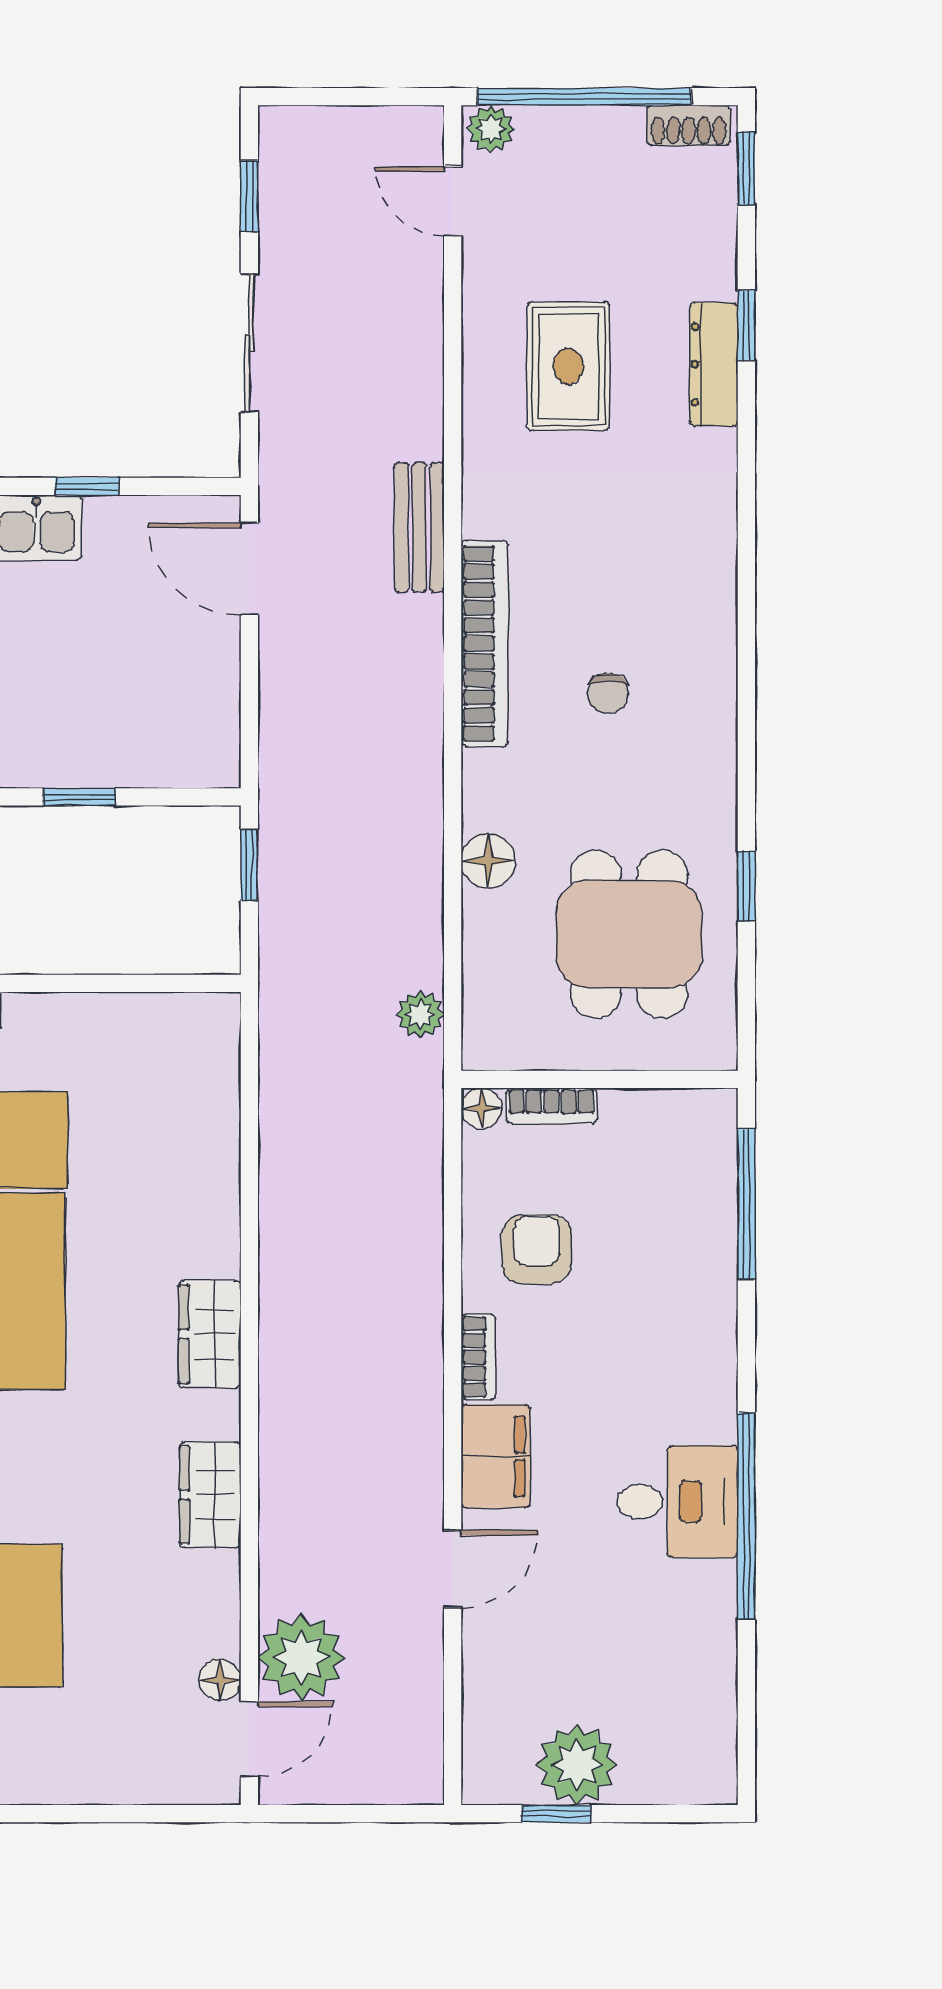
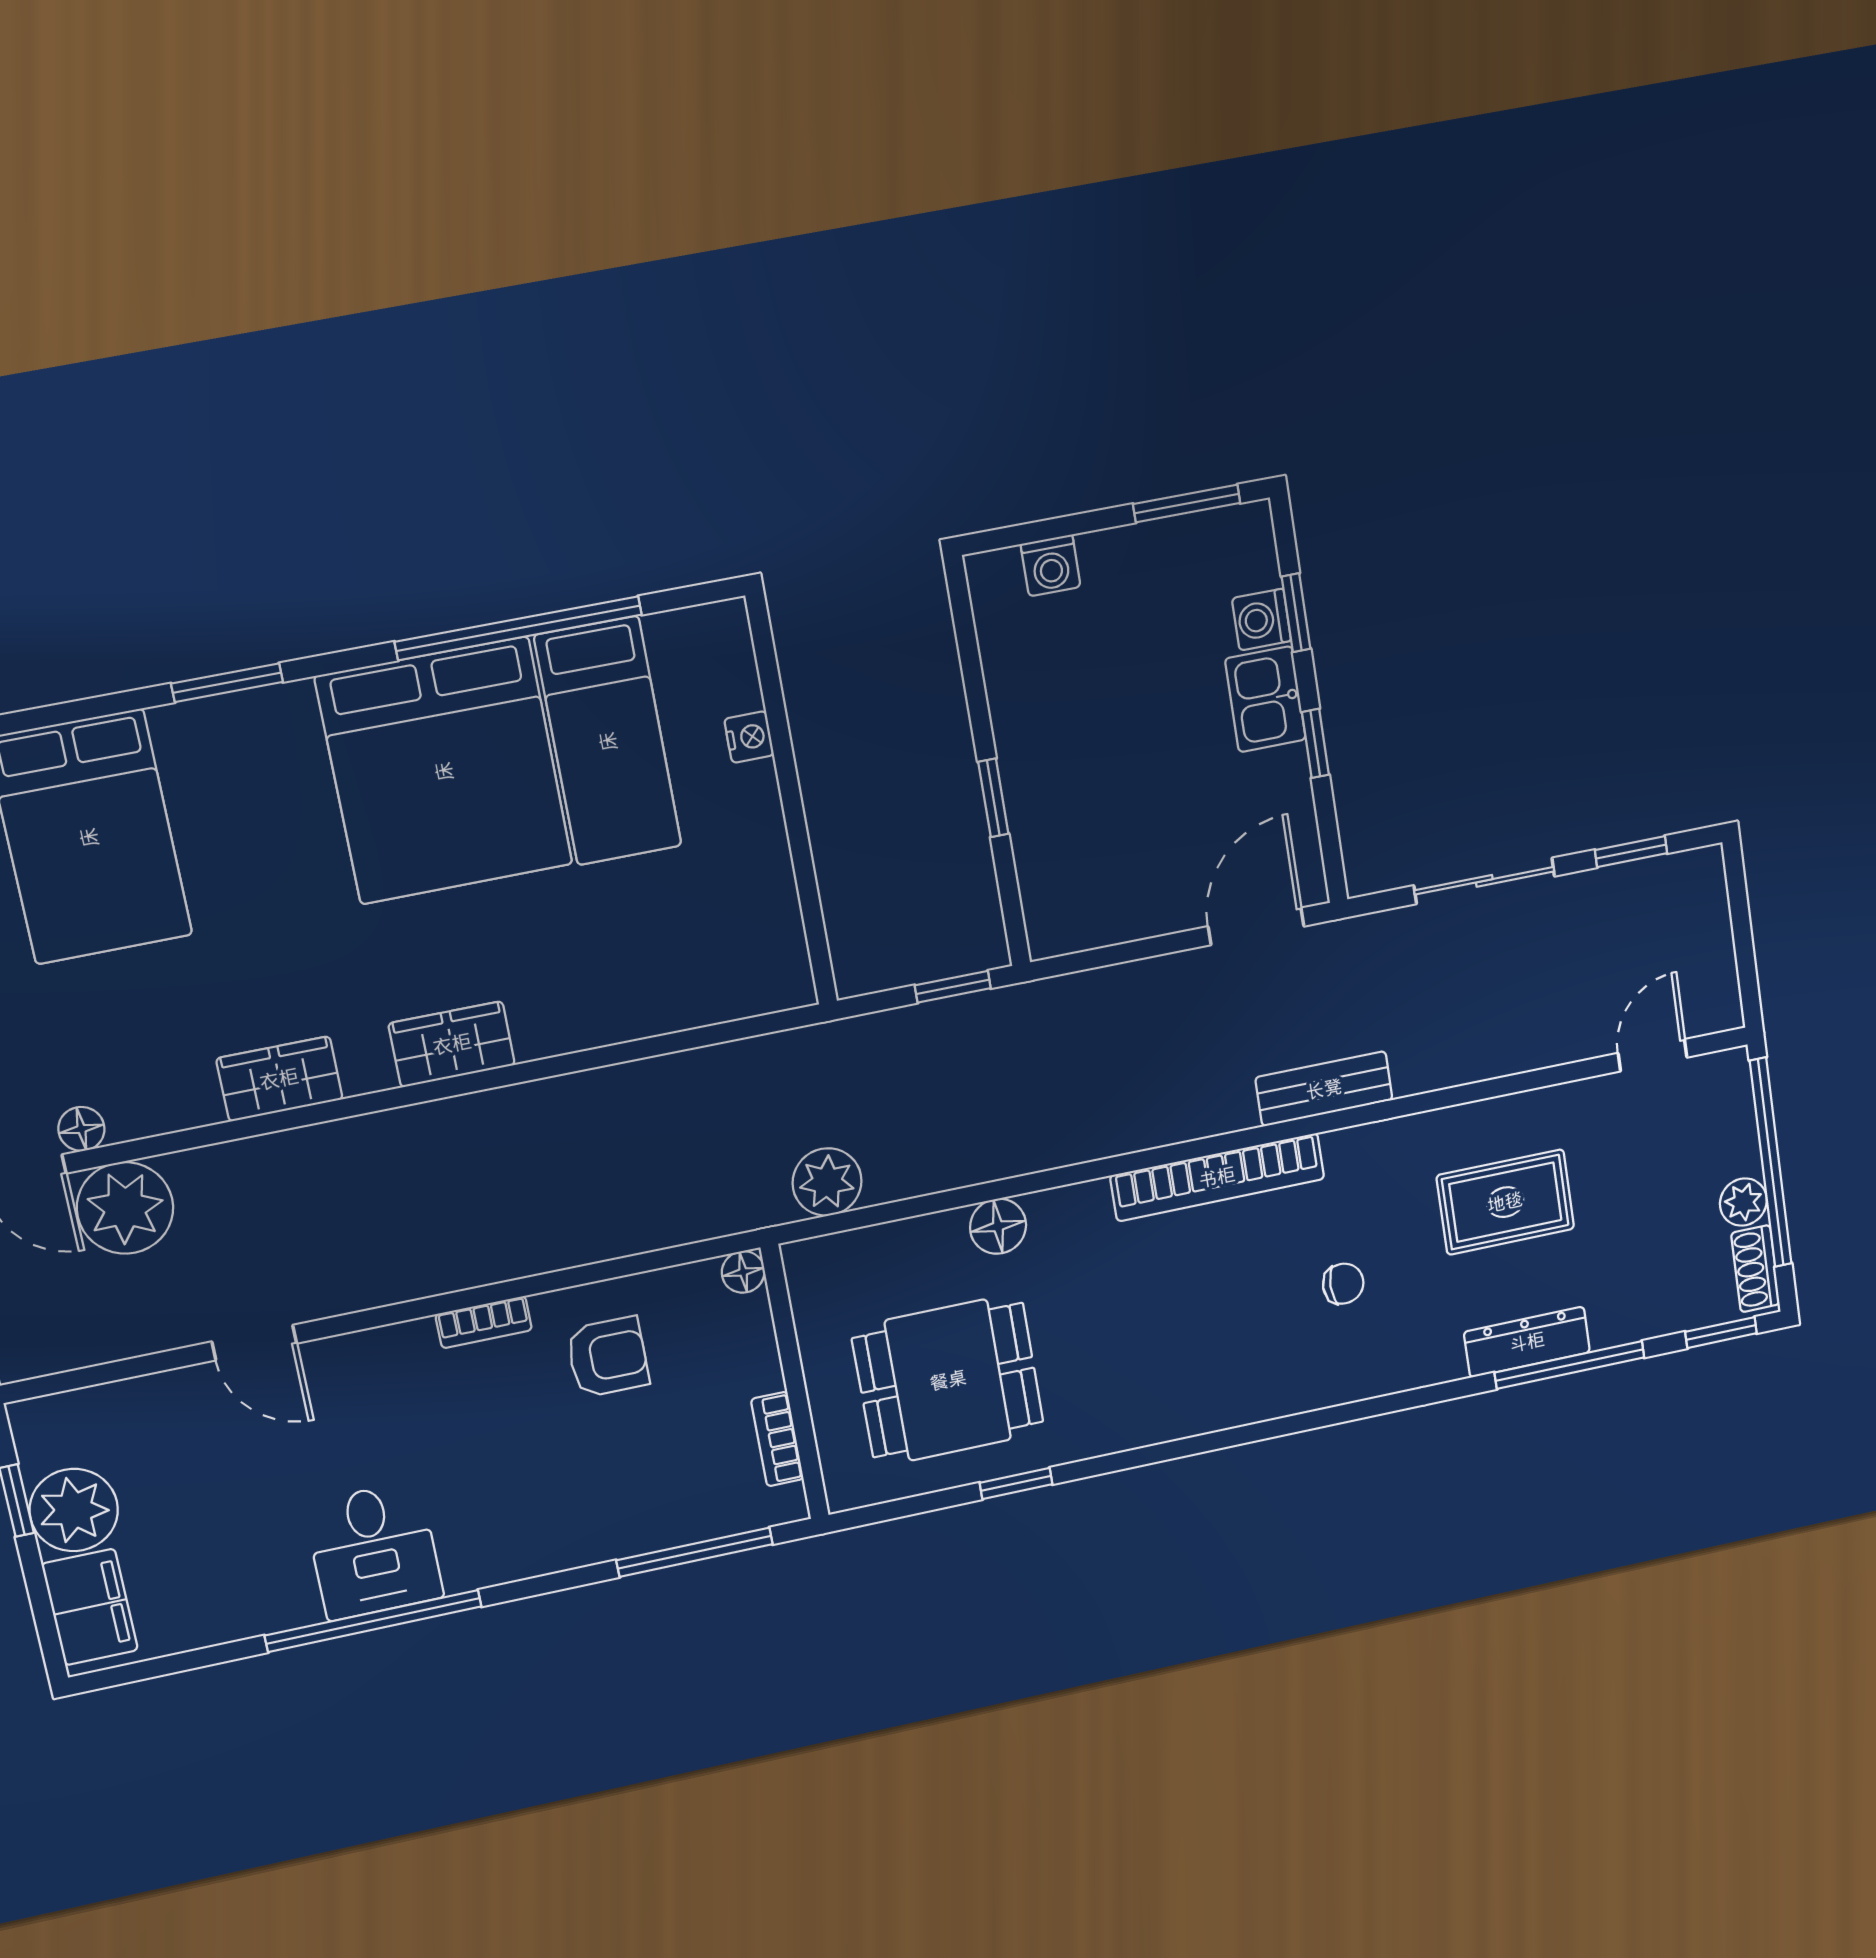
plant: (491, 129) -> (1743, 1202), moved
window: (746, 325) -> (1569, 1365), width x2.17
chair: (608, 693) -> (1343, 1284), moved, turned 180
plant: (420, 1014) -> (827, 1182), width x1.38, depth x1.38
bookcase: (551, 1106) -> (777, 1439), moved
filing cabinet: (496, 1456) -> (90, 1607), moved, turned -90

